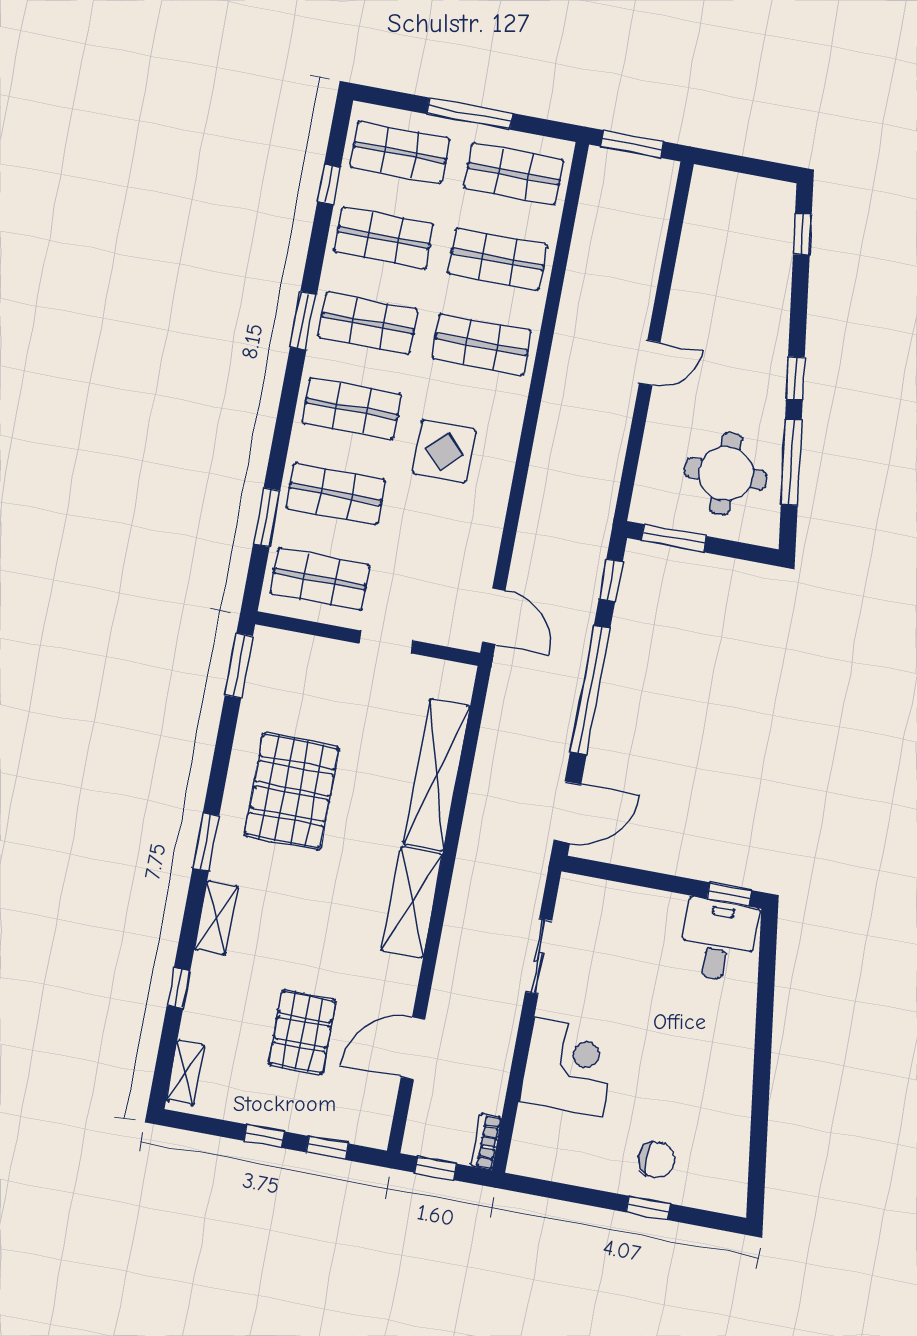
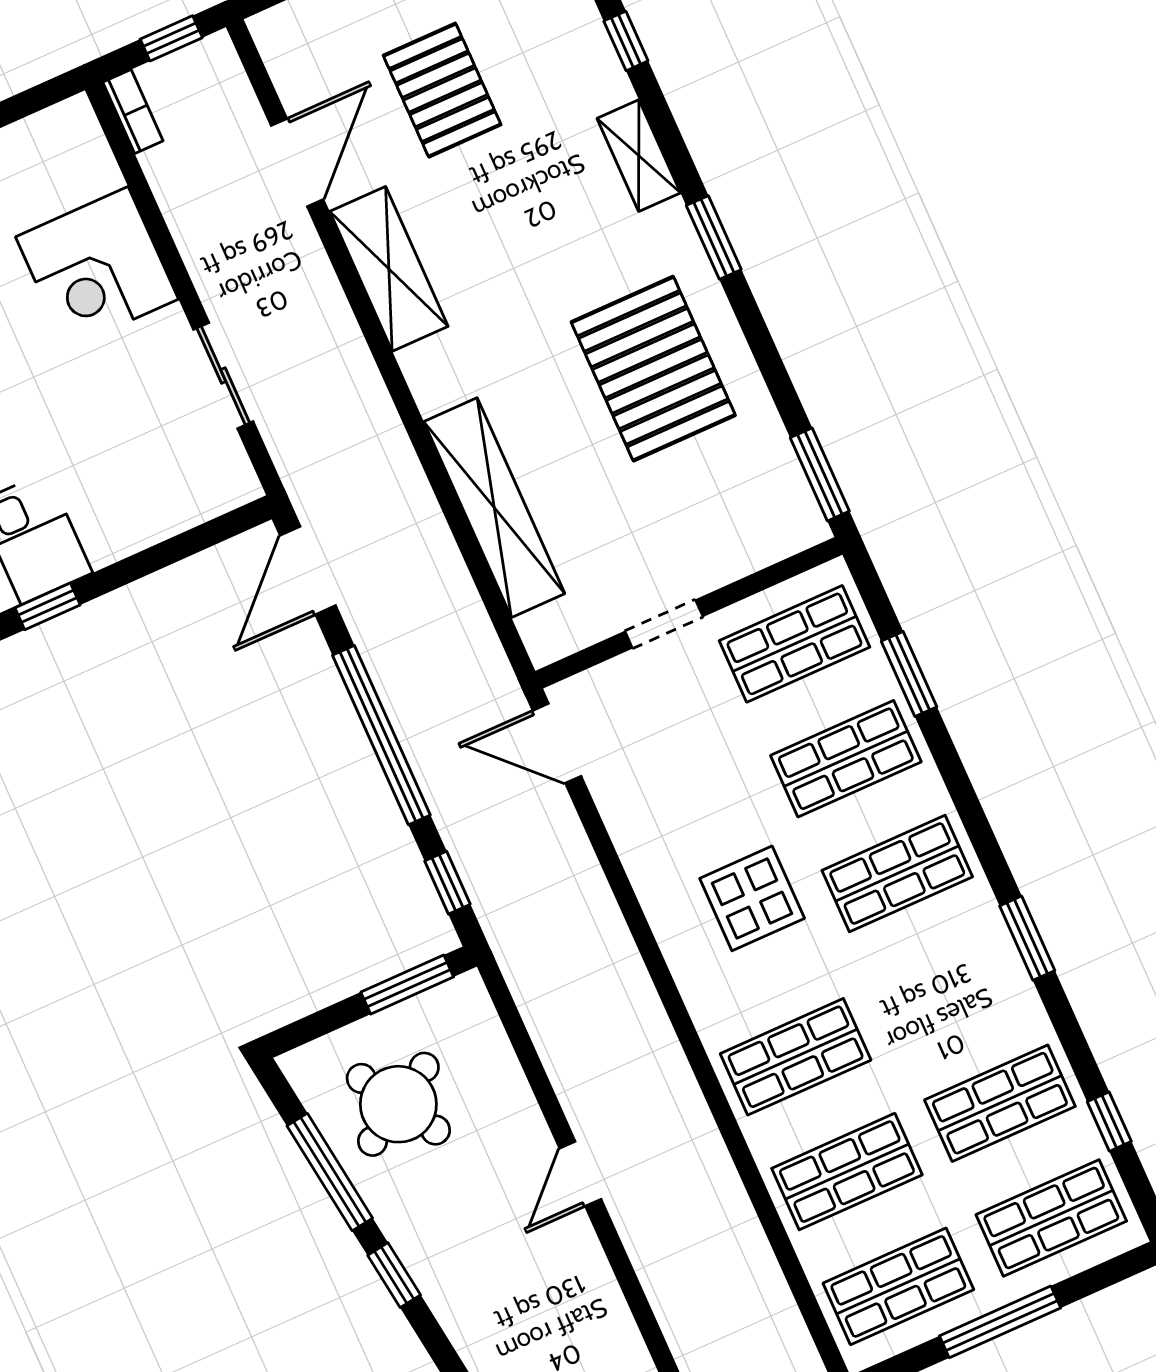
shop shelf: (368, 323) -> (949, 988), removed
round table: (726, 474) -> (398, 1104), turned -31
shelving: (412, 902) -> (389, 269), moved

